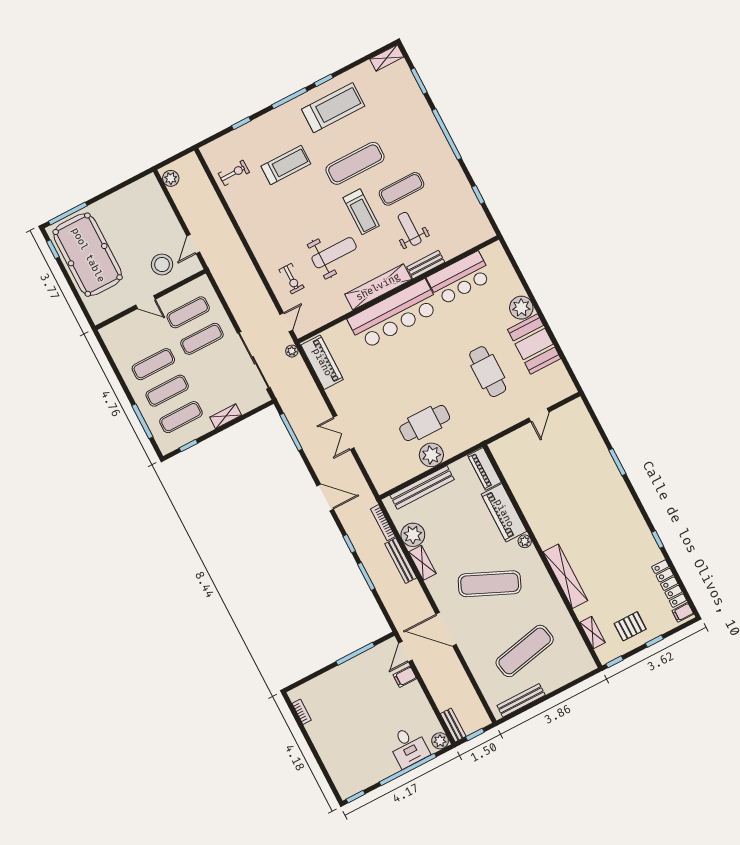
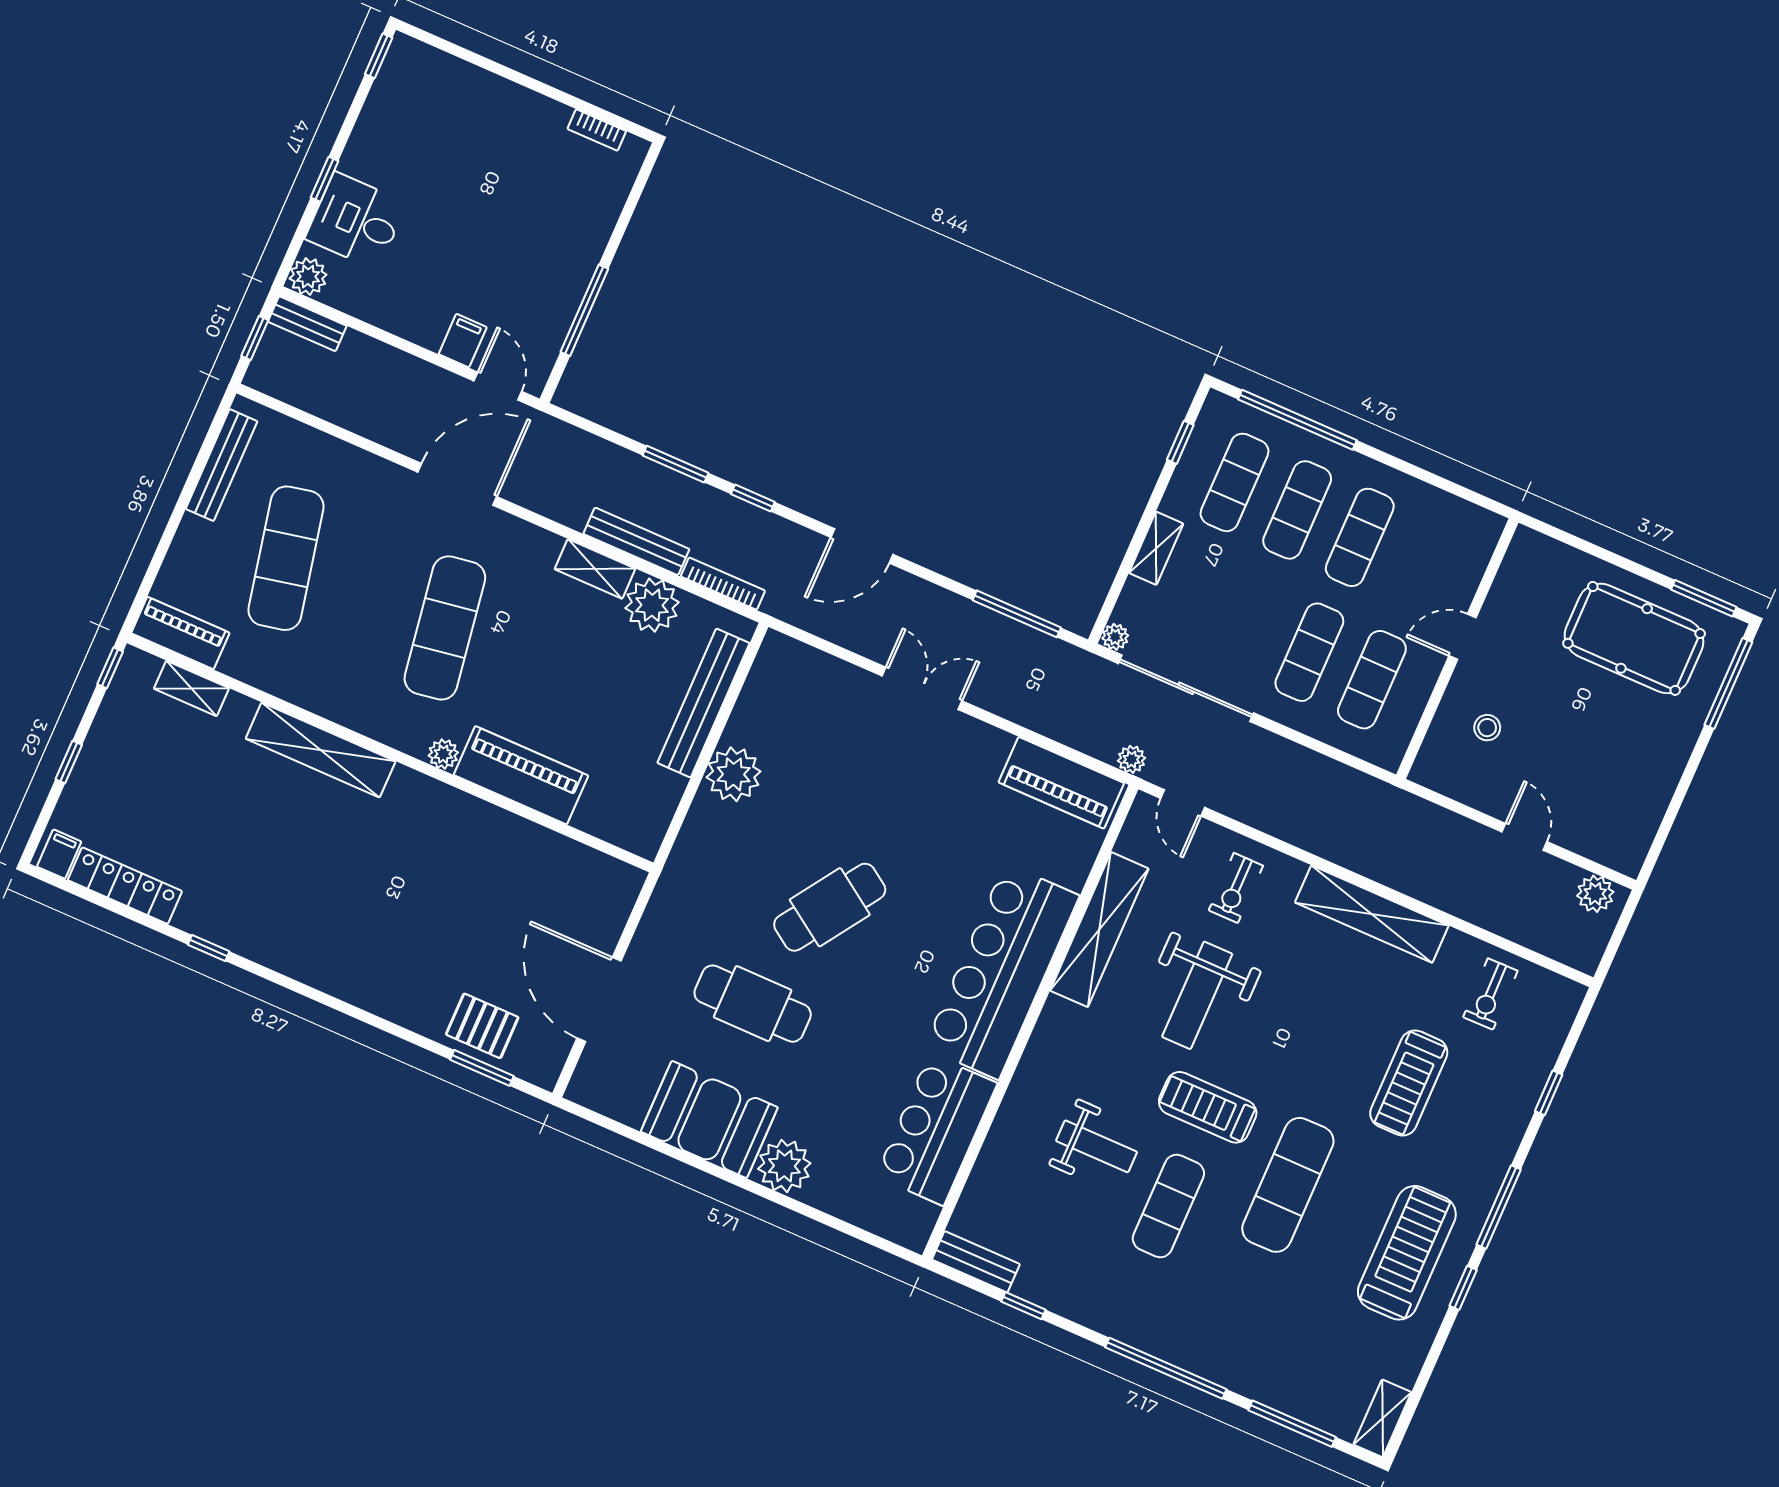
window: (419, 81) -> (1292, 1424), width x1.44
treadmill: (333, 108) -> (1407, 1253), turned 180
shelving: (252, 233) -> (1372, 914), added
door: (193, 244) -> (1524, 837), moved
window: (53, 249) -> (1704, 598), width x1.50
pool table: (88, 255) -> (1634, 638), width x0.73, depth x0.76
stool: (162, 264) -> (1487, 728), width x0.53, depth x0.53
bench: (426, 265) -> (976, 1262), moved, turned 90
exercise bike: (291, 279) -> (1236, 888), turned -90
shelving: (378, 287) -> (1099, 930), moved
plant: (264, 397) -> (1115, 637), added
door: (539, 415) -> (599, 1000), width x1.88
window: (142, 421) -> (1297, 420), width x1.46
cafe table: (425, 423) -> (830, 907), moved, turned 34
window: (617, 462) -> (482, 1068), moved
piano: (484, 469) -> (180, 633), moved
exercise mat: (490, 584) -> (445, 628), turned -33
pallet: (630, 626) -> (482, 1026), moved, turned 90
window: (408, 769) -> (325, 179), width x0.32

